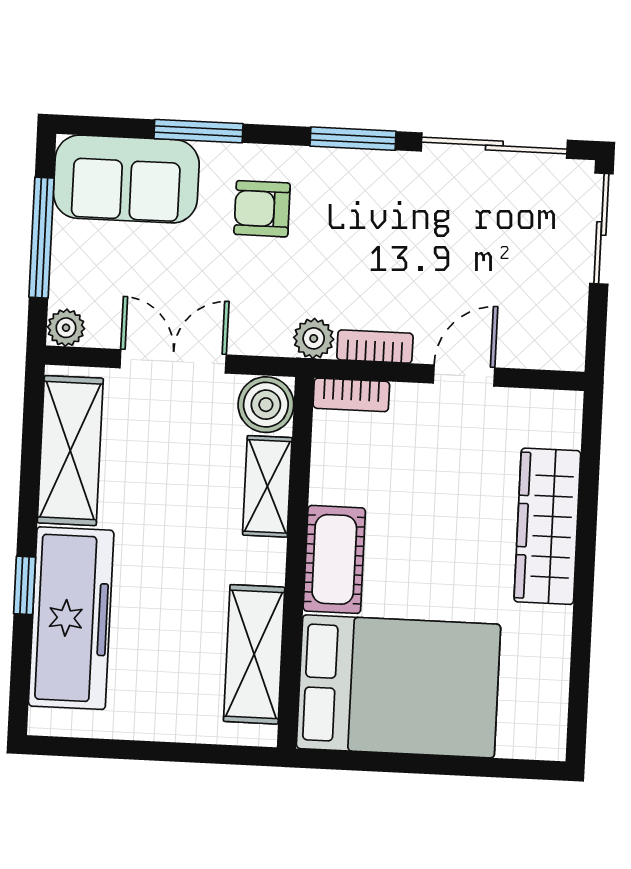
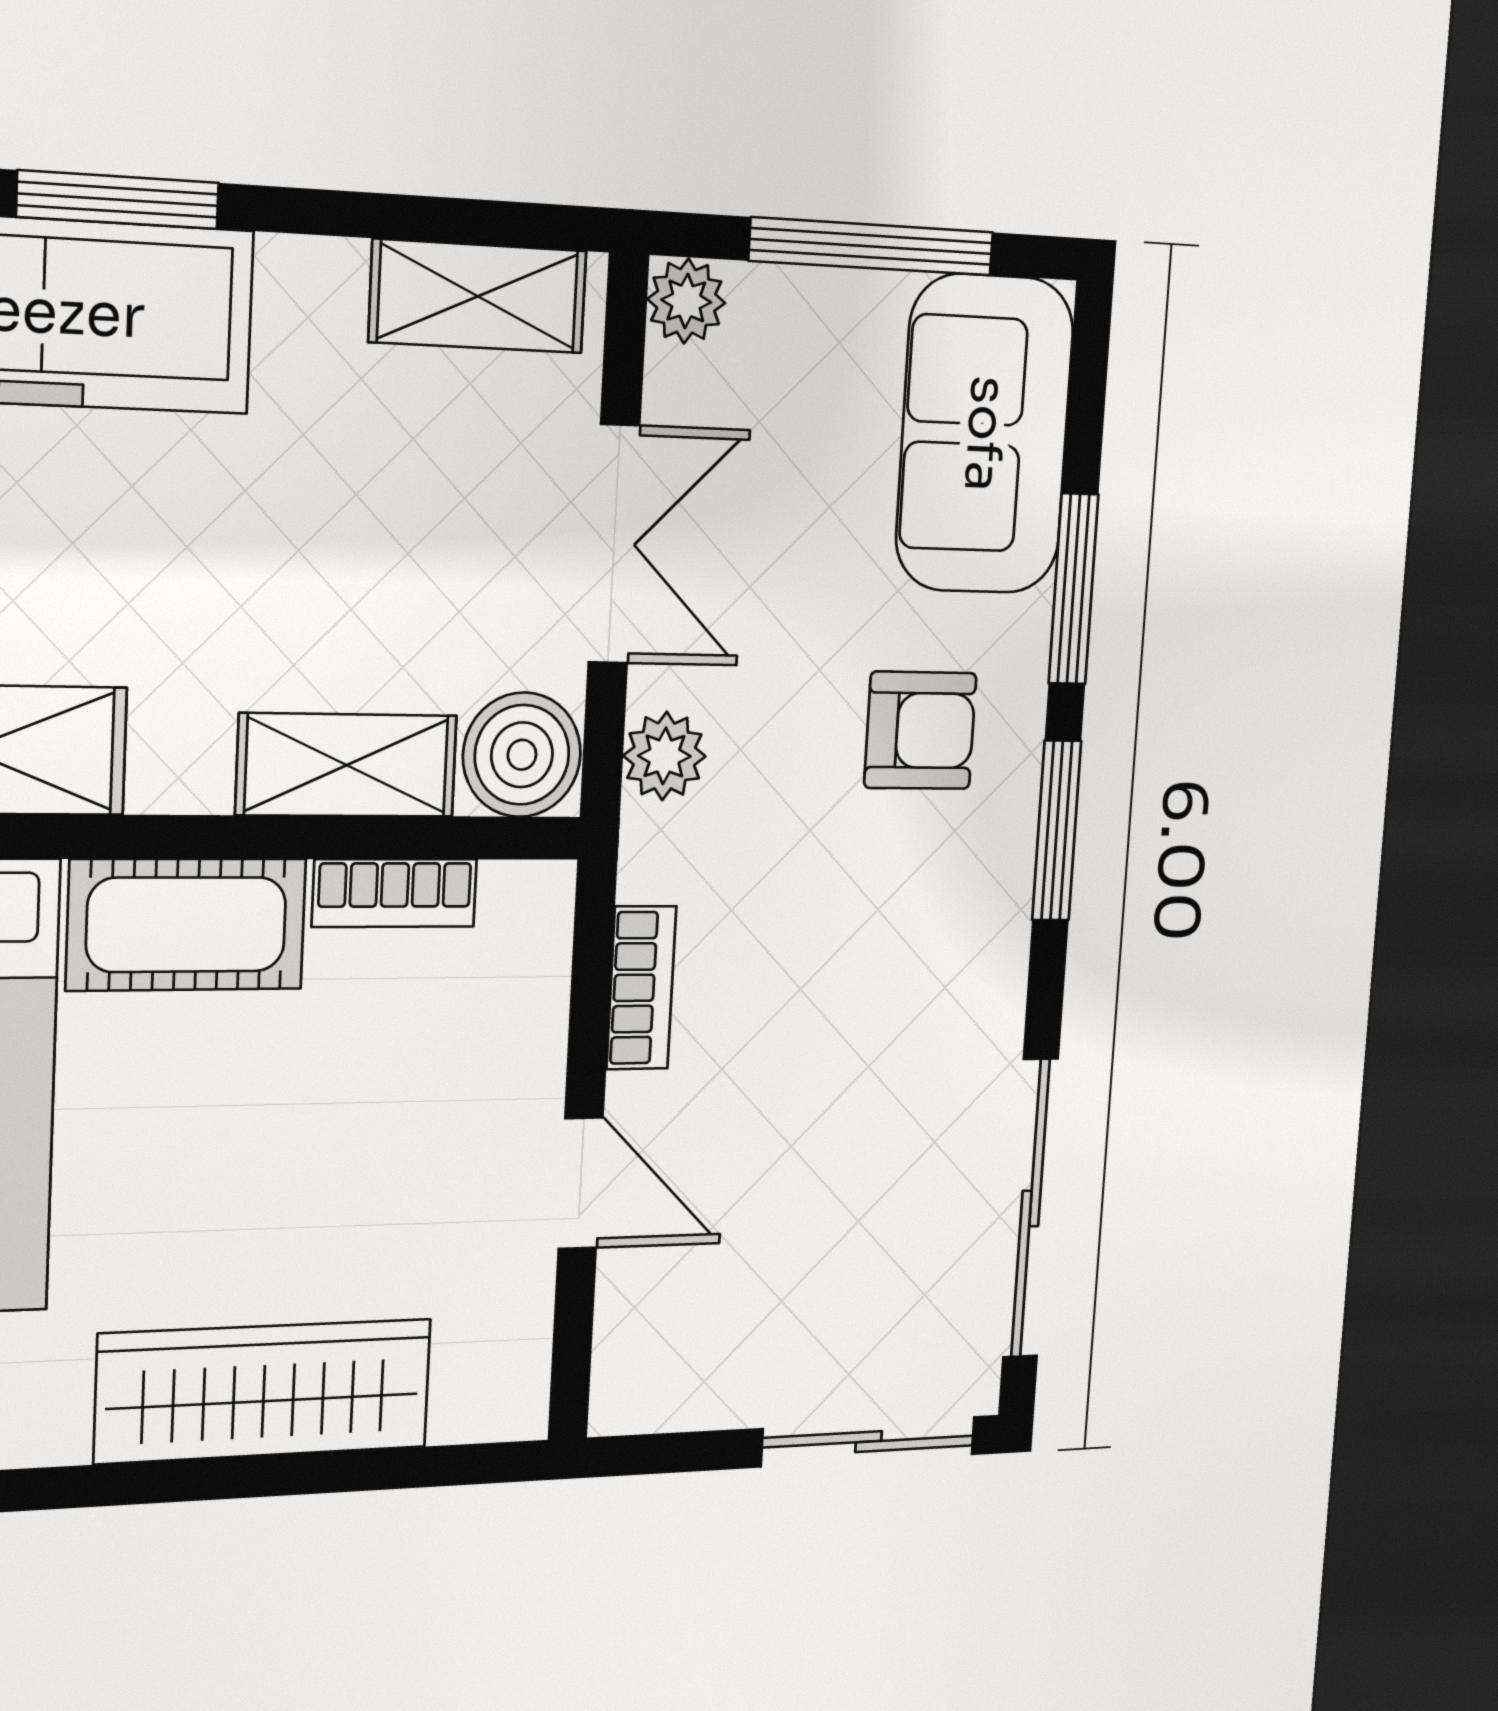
window: (353, 139) -> (1057, 831), moved
armchair: (262, 209) -> (920, 730), turned 90
plant: (314, 338) -> (664, 756), moved
bookcase: (351, 395) -> (395, 893), moved, turned -90
shelving: (70, 451) -> (478, 296), width x0.67, depth x0.75
window: (25, 585) -> (118, 200), width x1.50

